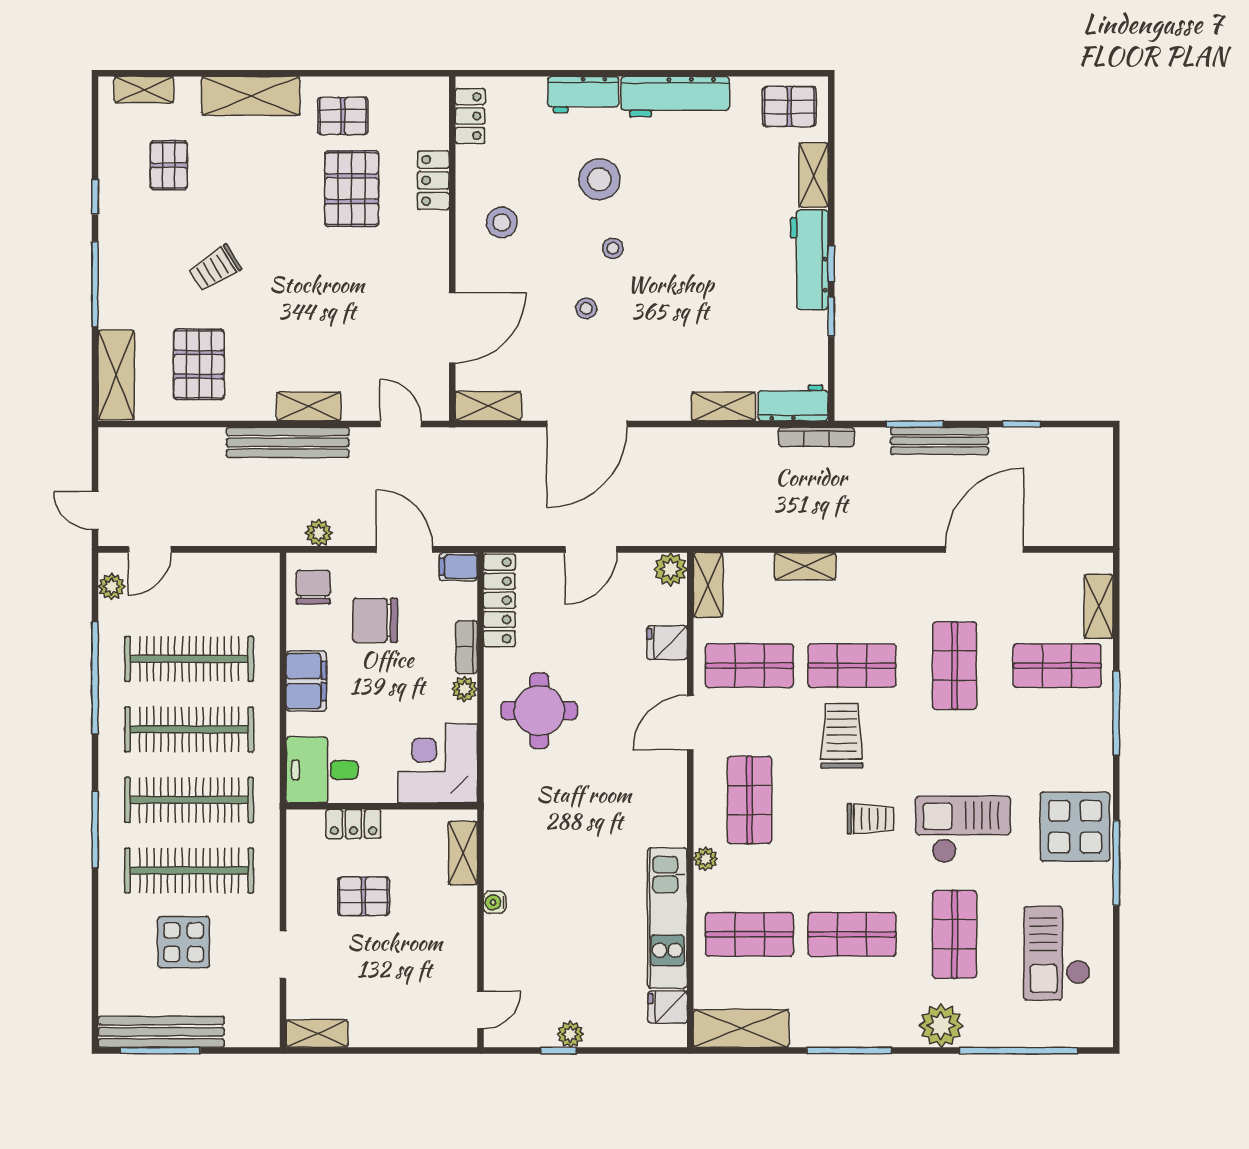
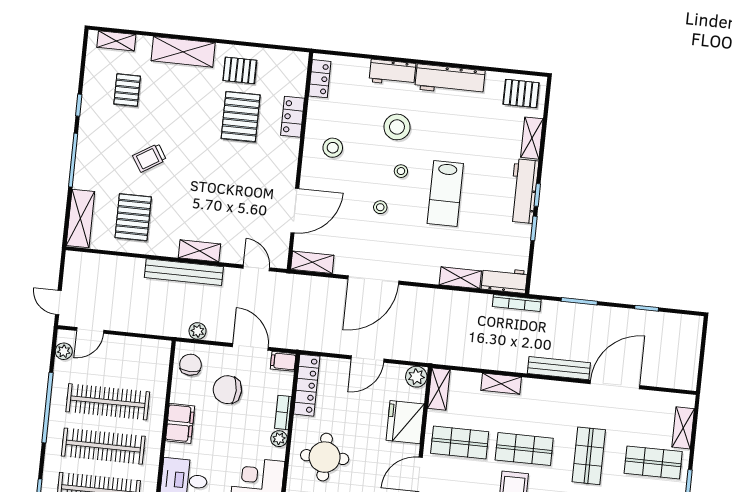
lab bench: (686, 276) -> (445, 193), added
bench: (940, 441) -> (559, 368), moved
fridge: (667, 643) -> (405, 422), width x1.88, depth x1.34

